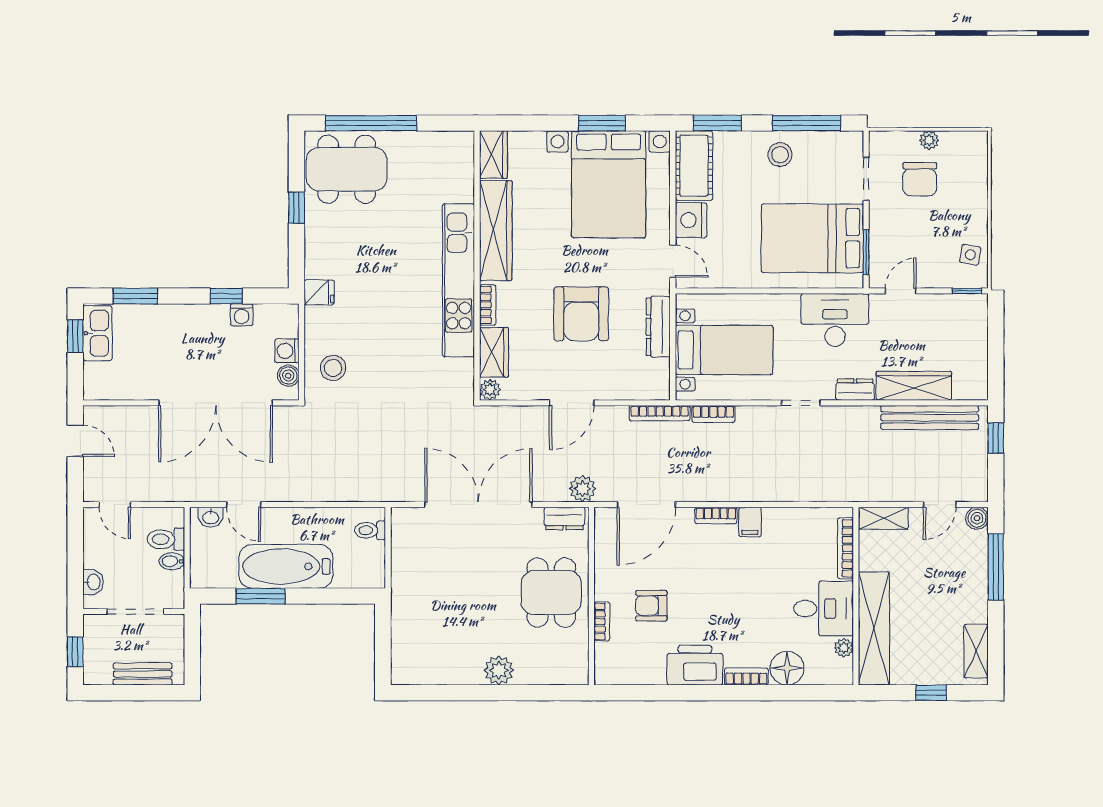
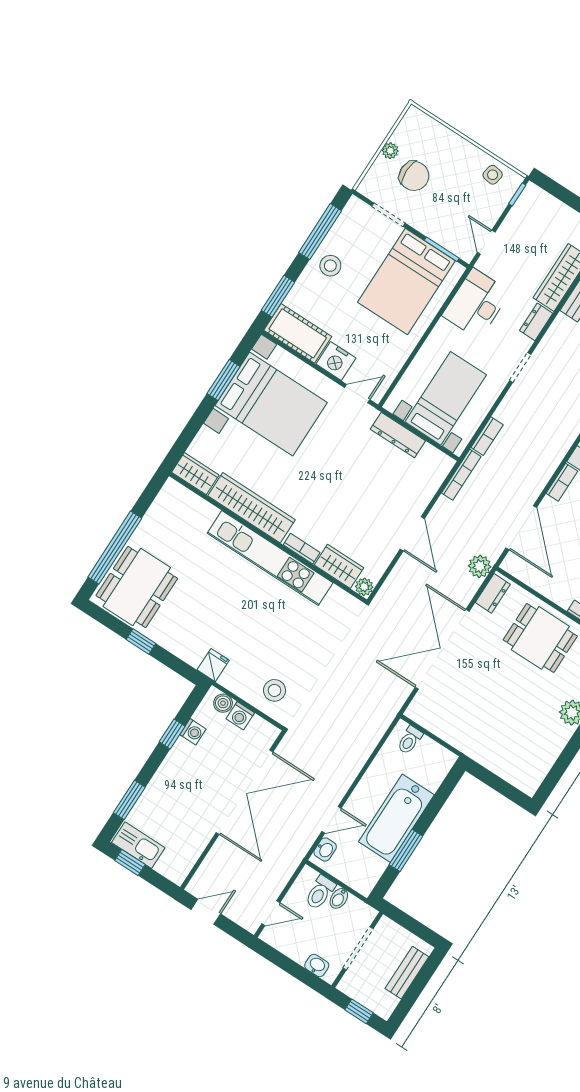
armchair: (581, 314) -> (352, 485), removed
boiler: (288, 376) -> (223, 703), moved

